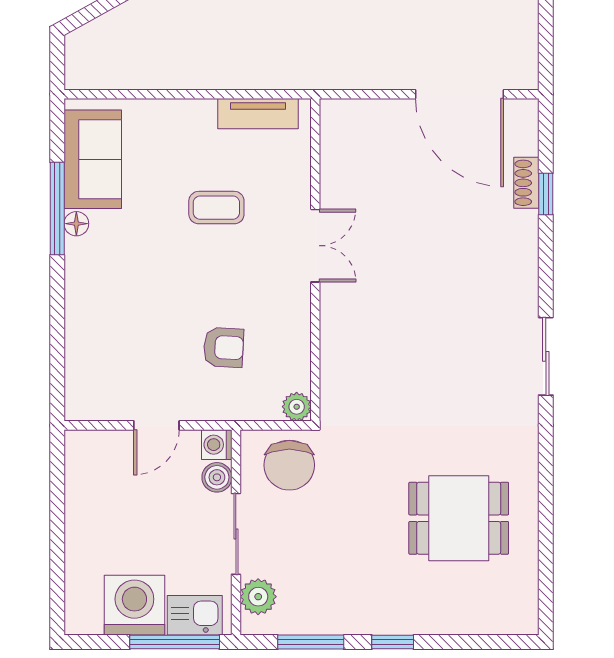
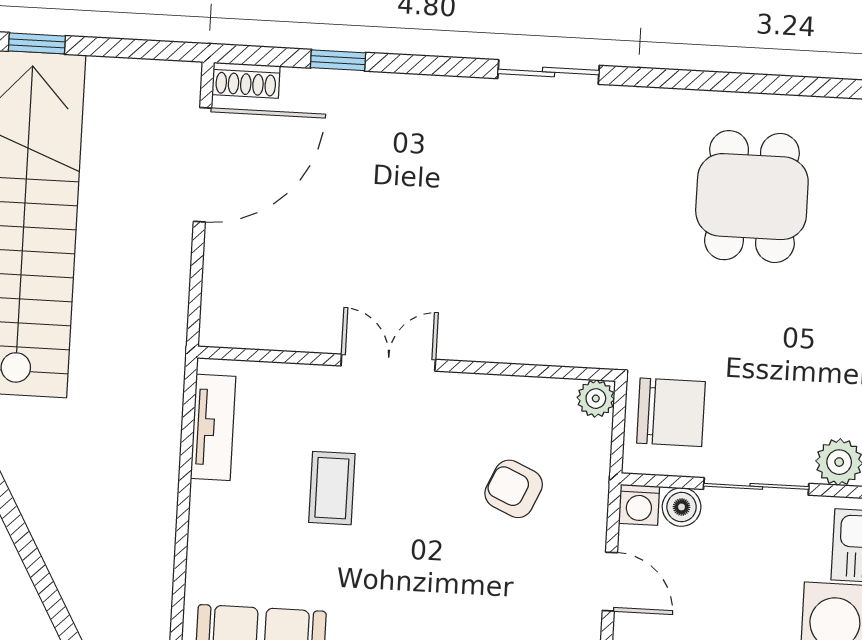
shoe rack: (526, 183) -> (246, 80), moved
armchair: (224, 347) -> (514, 489), turned -69

